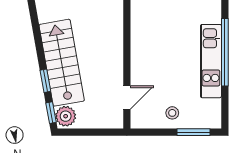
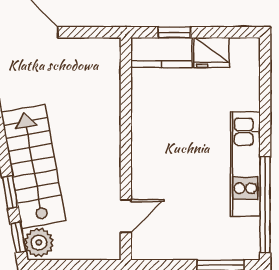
window: (225, 52) -> (265, 205), moved
stool: (172, 113) -> (190, 238), removed

